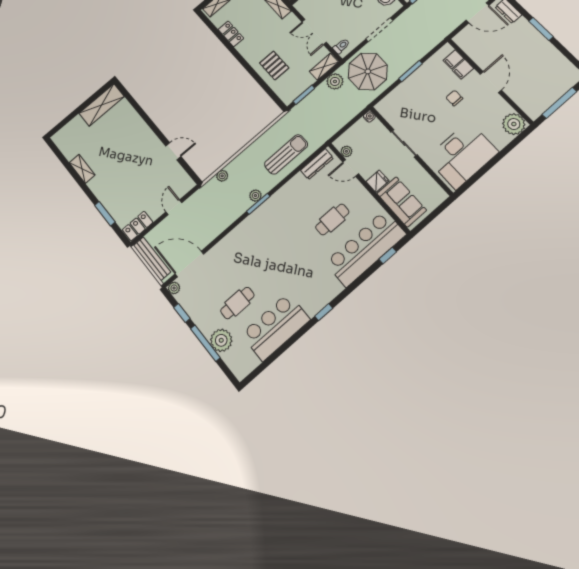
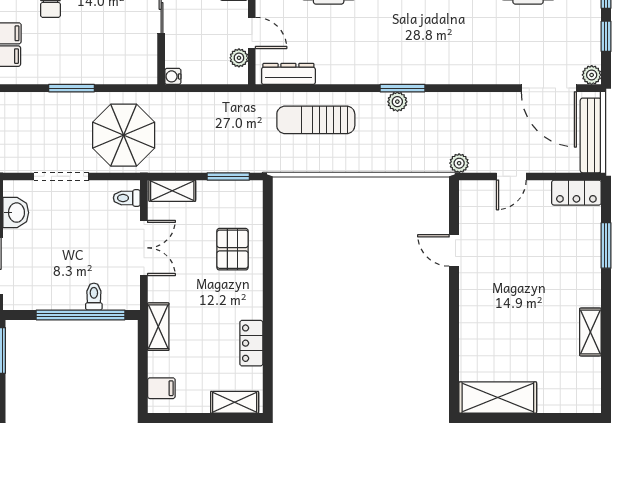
plant: (335, 81) -> (175, 159), removed
plant: (222, 176) -> (459, 163), moved

